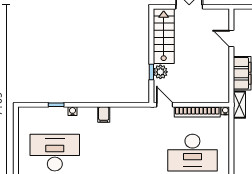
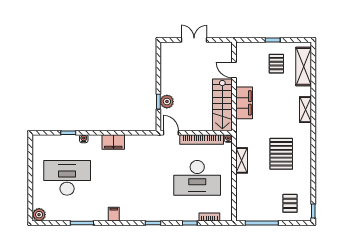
stairs: (164, 36) -> (222, 105), moved, turned 180
shelving: (239, 105) -> (242, 160), moved
filing cabinet: (104, 115) -> (113, 142), width x2.00

